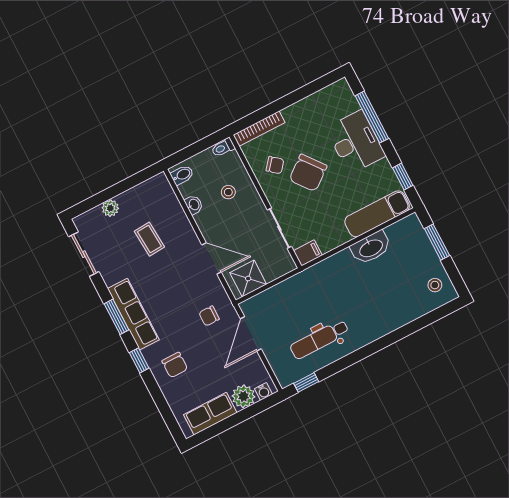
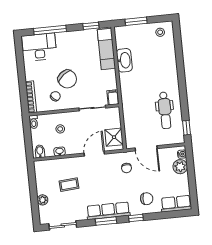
desk: (356, 142) -> (39, 47), moved
row of seats: (210, 414) -> (176, 204), moved, turned 90

